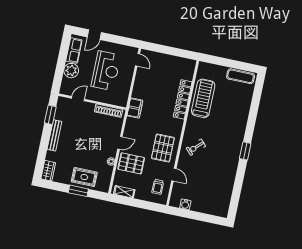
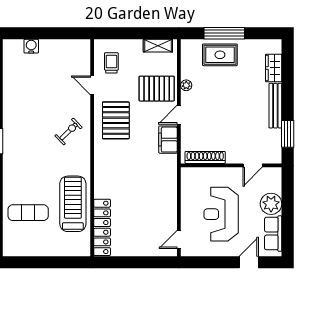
door: (138, 60) -> (179, 239), hinge flipped
exercise mat: (241, 76) -> (28, 213), moved
treadmill: (203, 98) -> (73, 204), turned 180
locker: (183, 99) -> (102, 227), moved
filing cabinet: (135, 108) -> (168, 140), moved
wardrobe: (48, 171) -> (274, 68), moved
window: (78, 191) -> (224, 33), width x1.44
water cooler: (185, 204) -> (31, 46), moved

